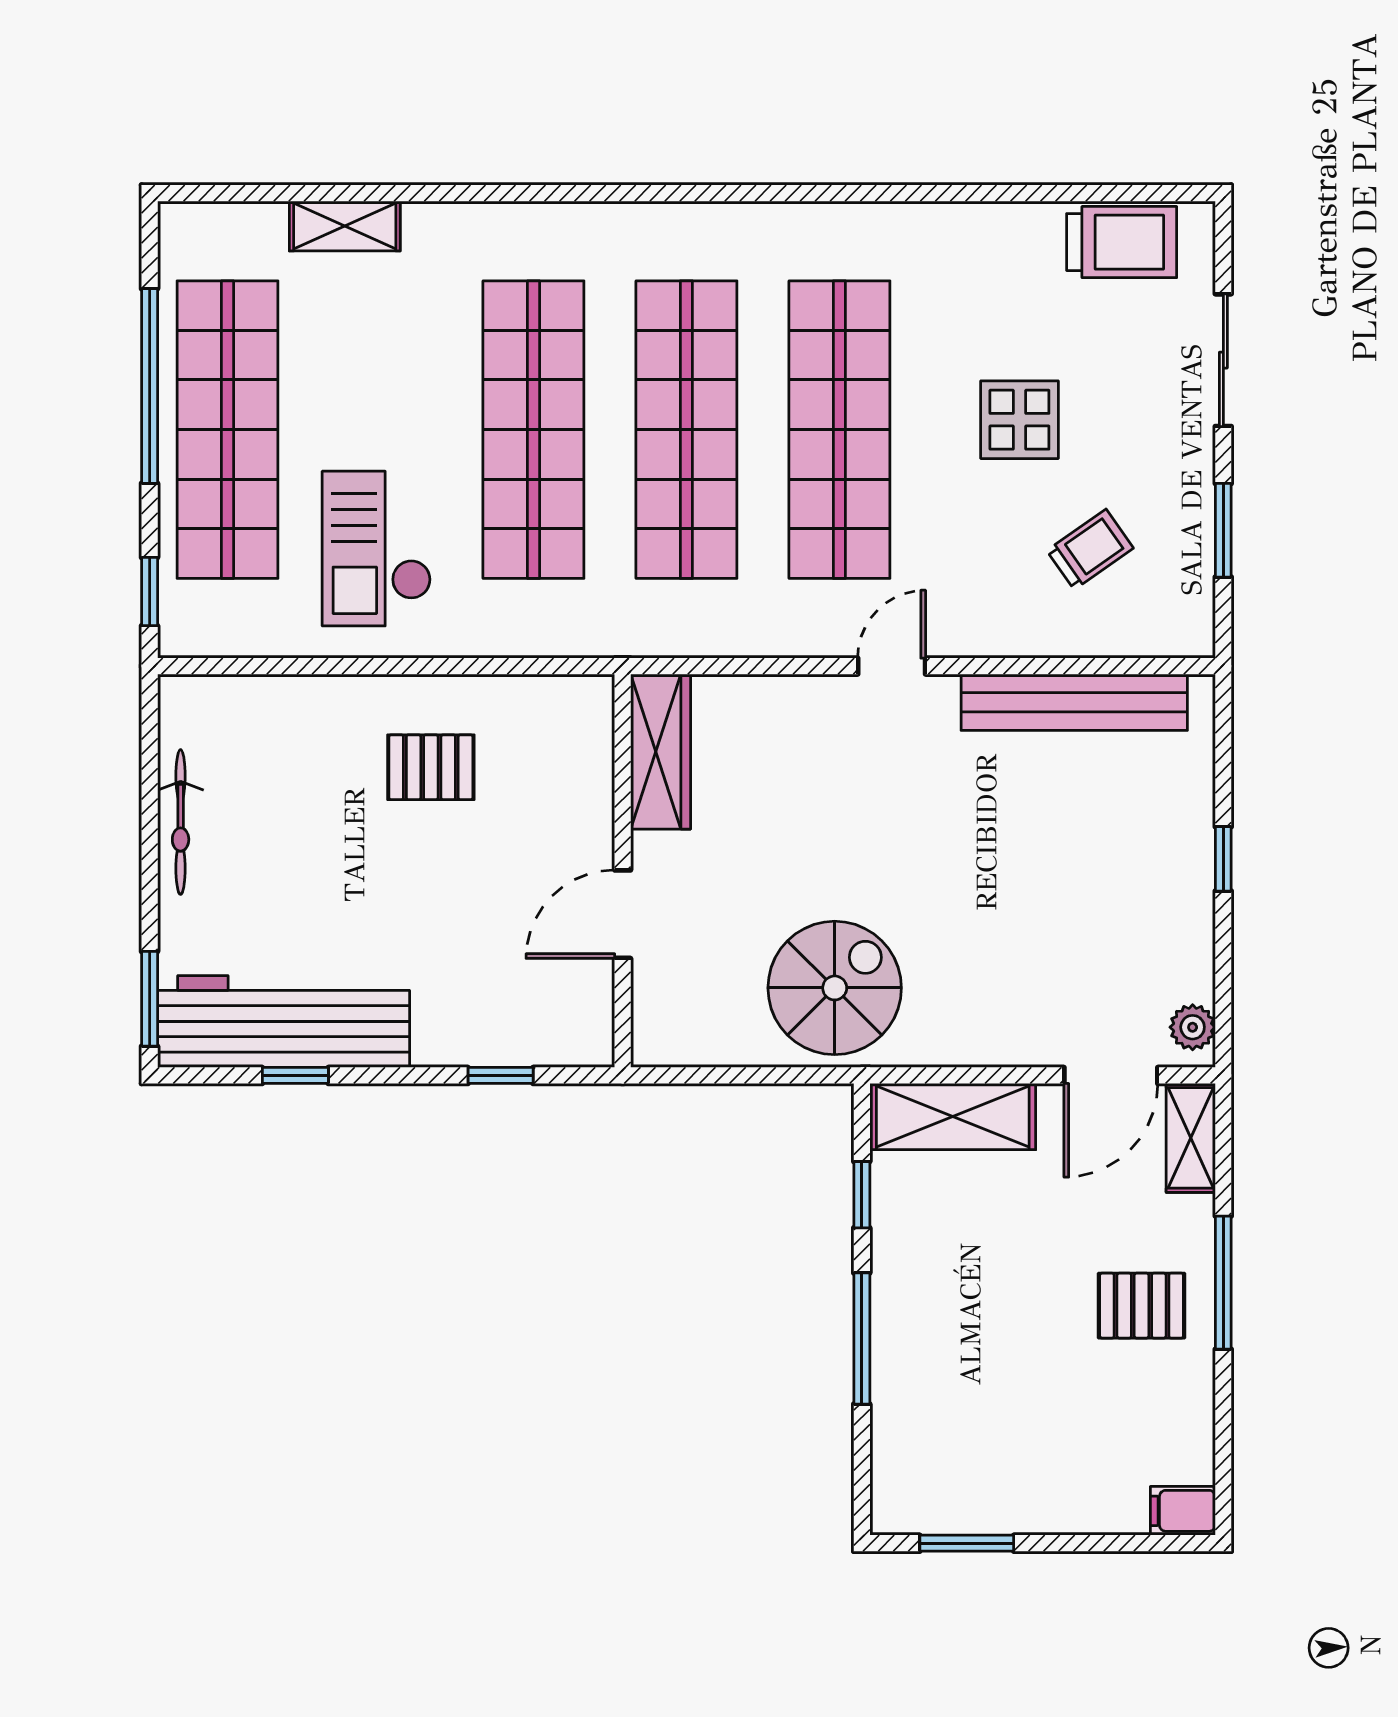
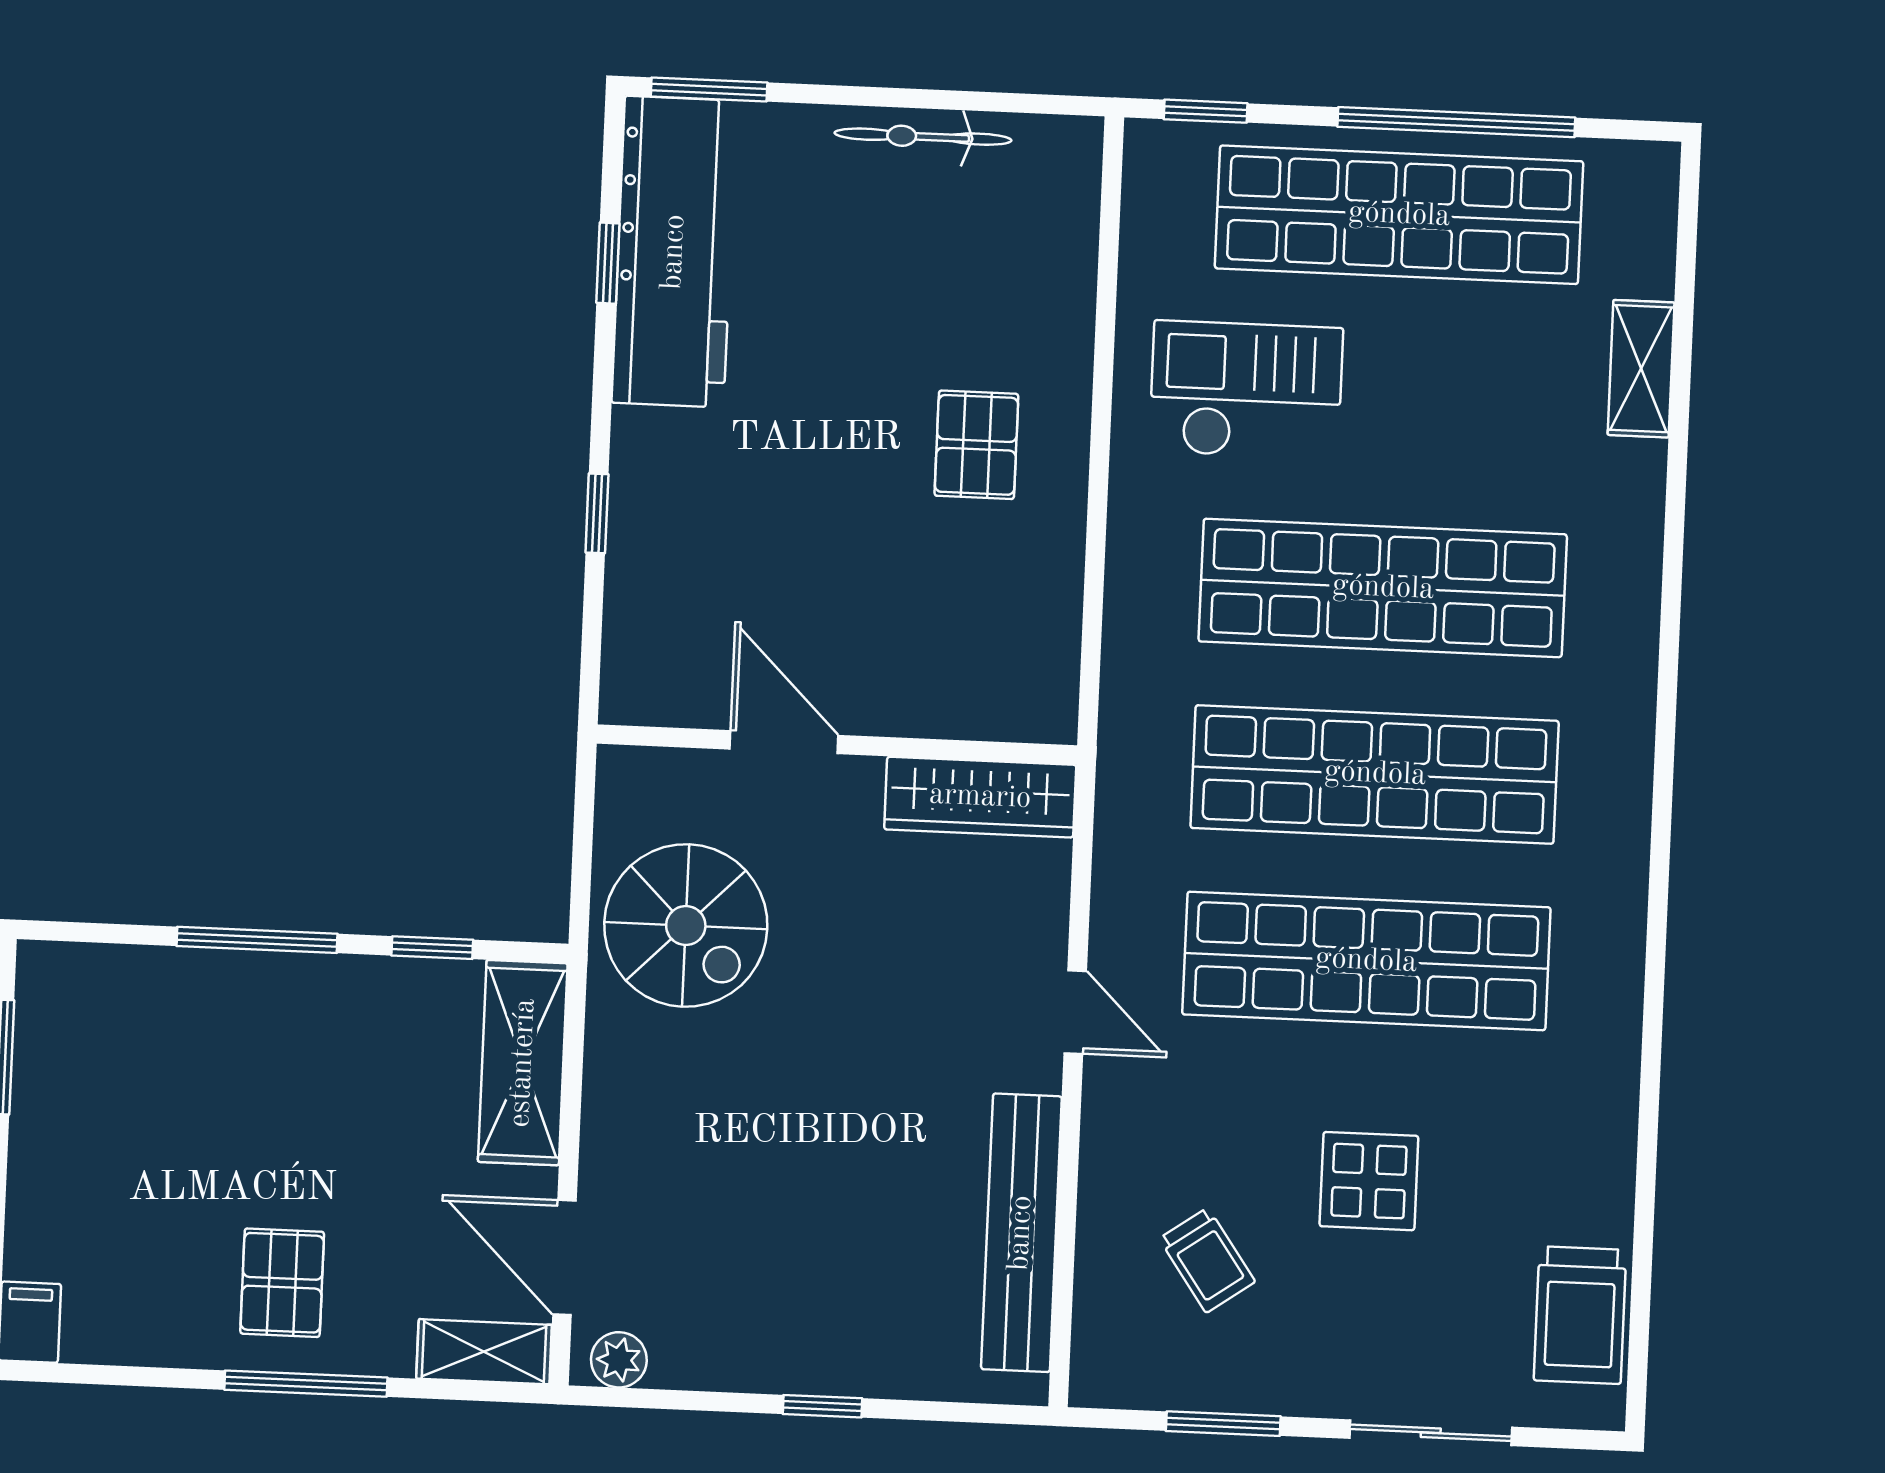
wardrobe: (661, 752) -> (980, 797), moved
wall: (623, 871) -> (837, 744), moved
door: (623, 914) -> (784, 742), moved

